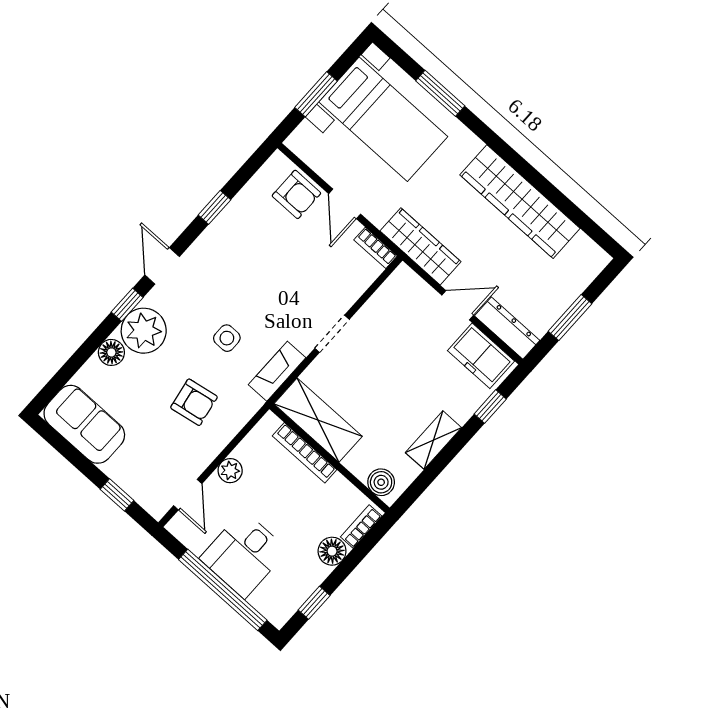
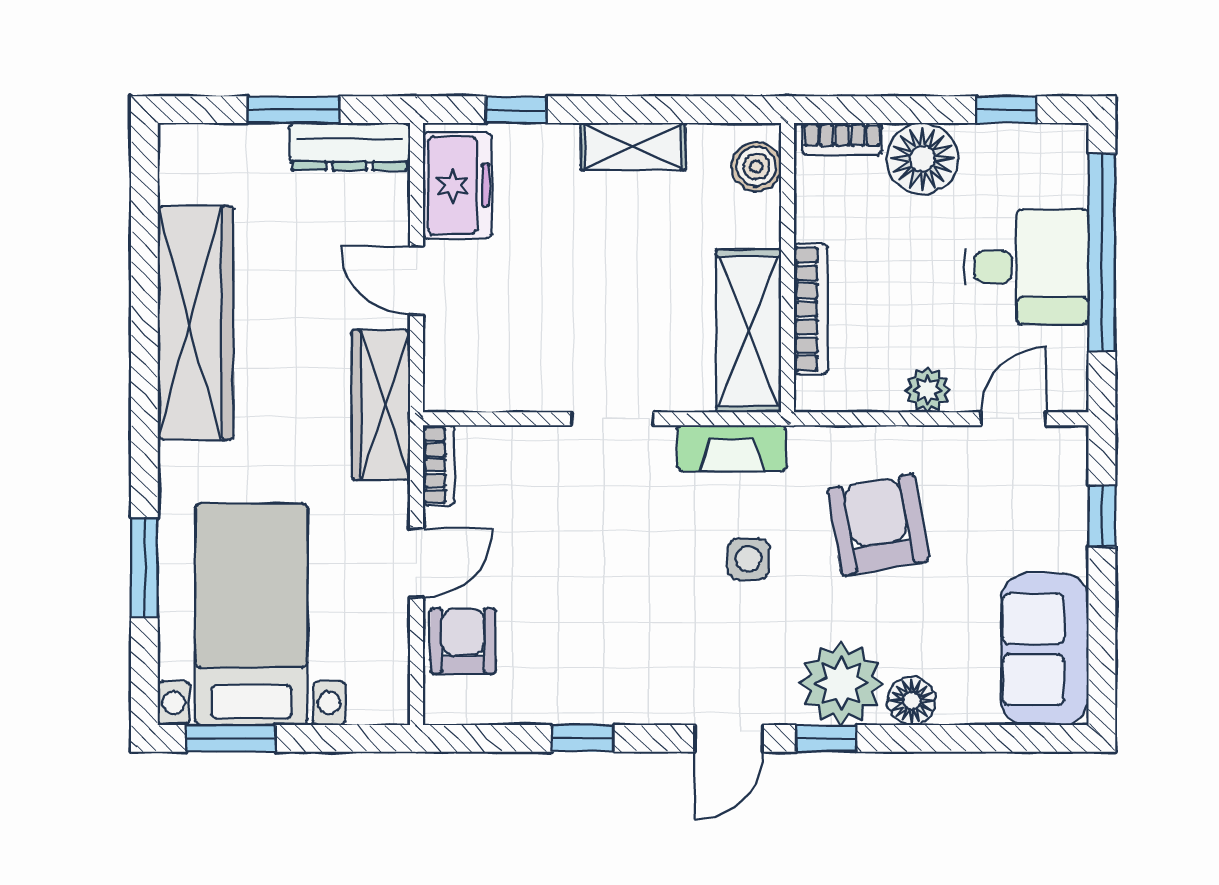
window: (316, 94) -> (231, 738), moved
dresser: (507, 328) -> (350, 147), moved, turned -90
armchair: (194, 402) -> (878, 525), width x1.38, depth x1.38
floor lamp: (332, 551) -> (922, 159), width x1.38, depth x1.38

